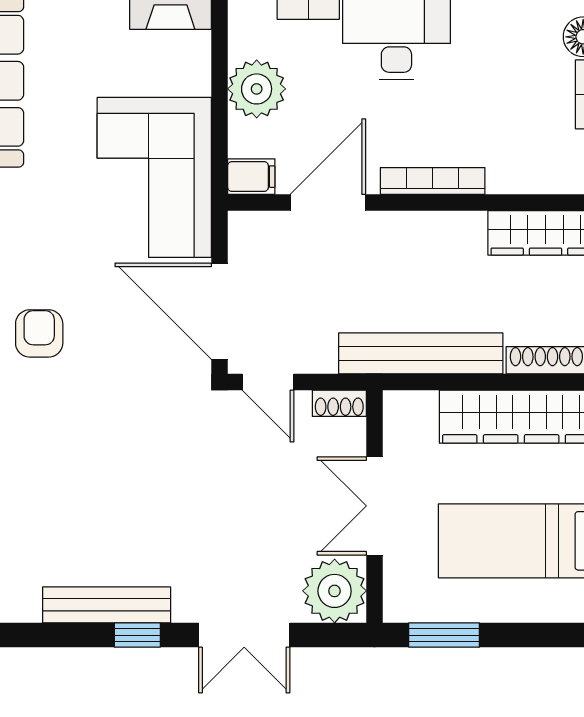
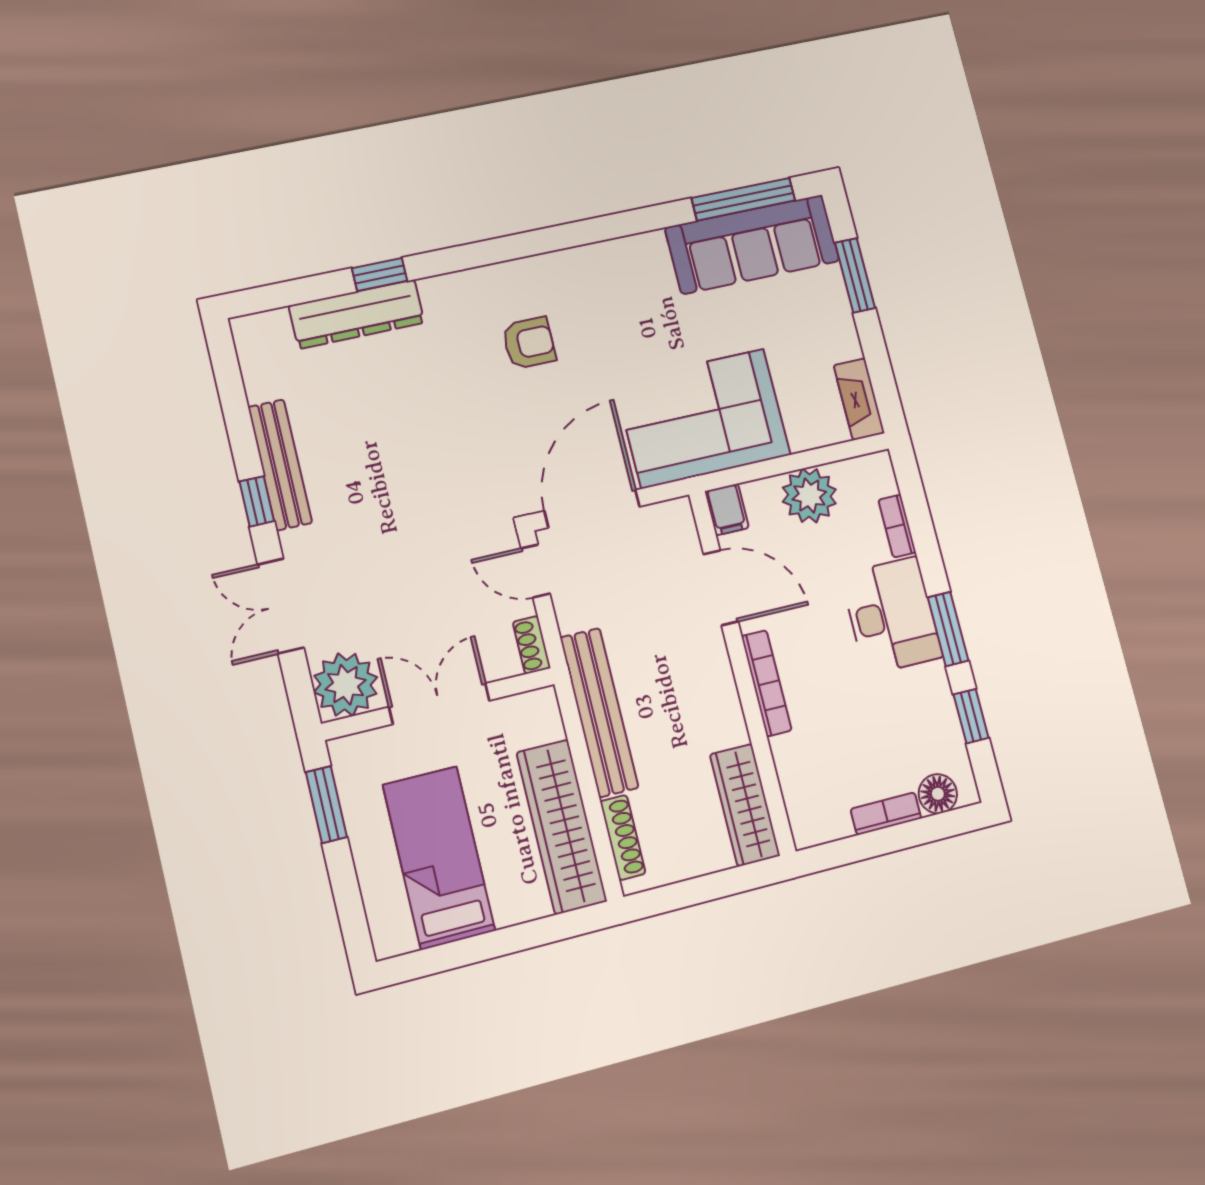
door: (268, 382) -> (535, 571), hinge flipped

